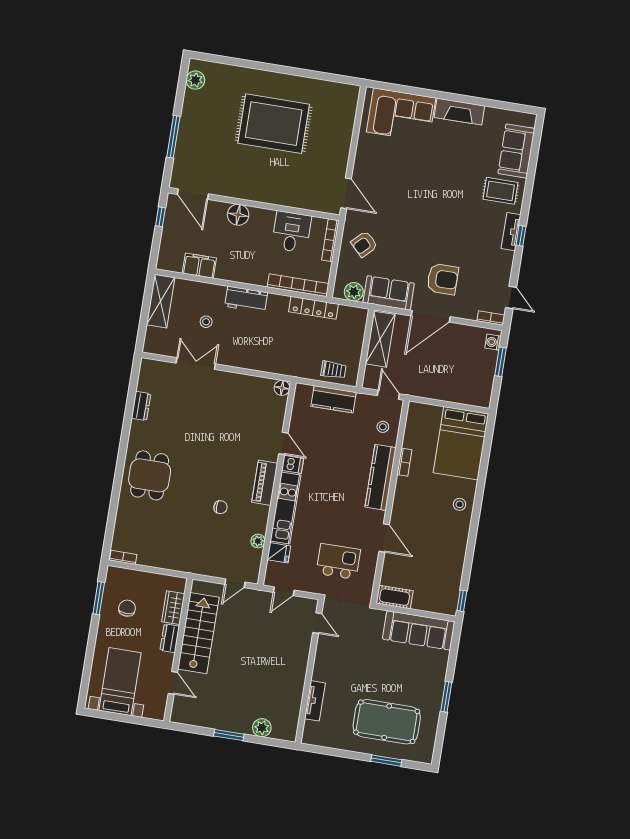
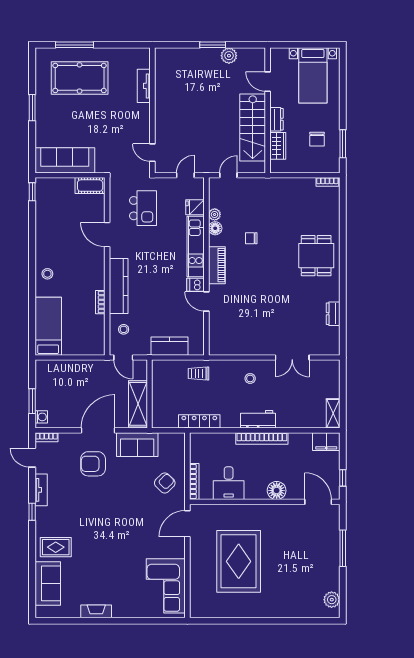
fireplace: (459, 112) -> (96, 611), width x0.73, depth x0.76
corner sofa: (401, 115) -> (166, 586), moved, turned -90
rug: (274, 124) -> (239, 561), moved, turned 90
door: (346, 193) -> (187, 524), hinge flipped
tv unit: (511, 232) -> (41, 490), moved
filing cabinet: (199, 266) -> (326, 442), moved
bookcase: (298, 285) -> (262, 439), moved
plant: (354, 292) -> (167, 441), removed
shelving: (161, 301) -> (333, 413), width x0.67, depth x0.75
stool: (206, 322) -> (250, 378), moved
trolley: (333, 370) -> (199, 373), moved
floor lamp: (282, 388) -> (215, 228), moved
bed: (461, 443) -> (48, 326), width x0.67
kitchen island: (338, 562) -> (143, 208), turned -90
plant: (262, 728) -> (229, 56), moved
window: (386, 761) -> (74, 45), width x1.44

